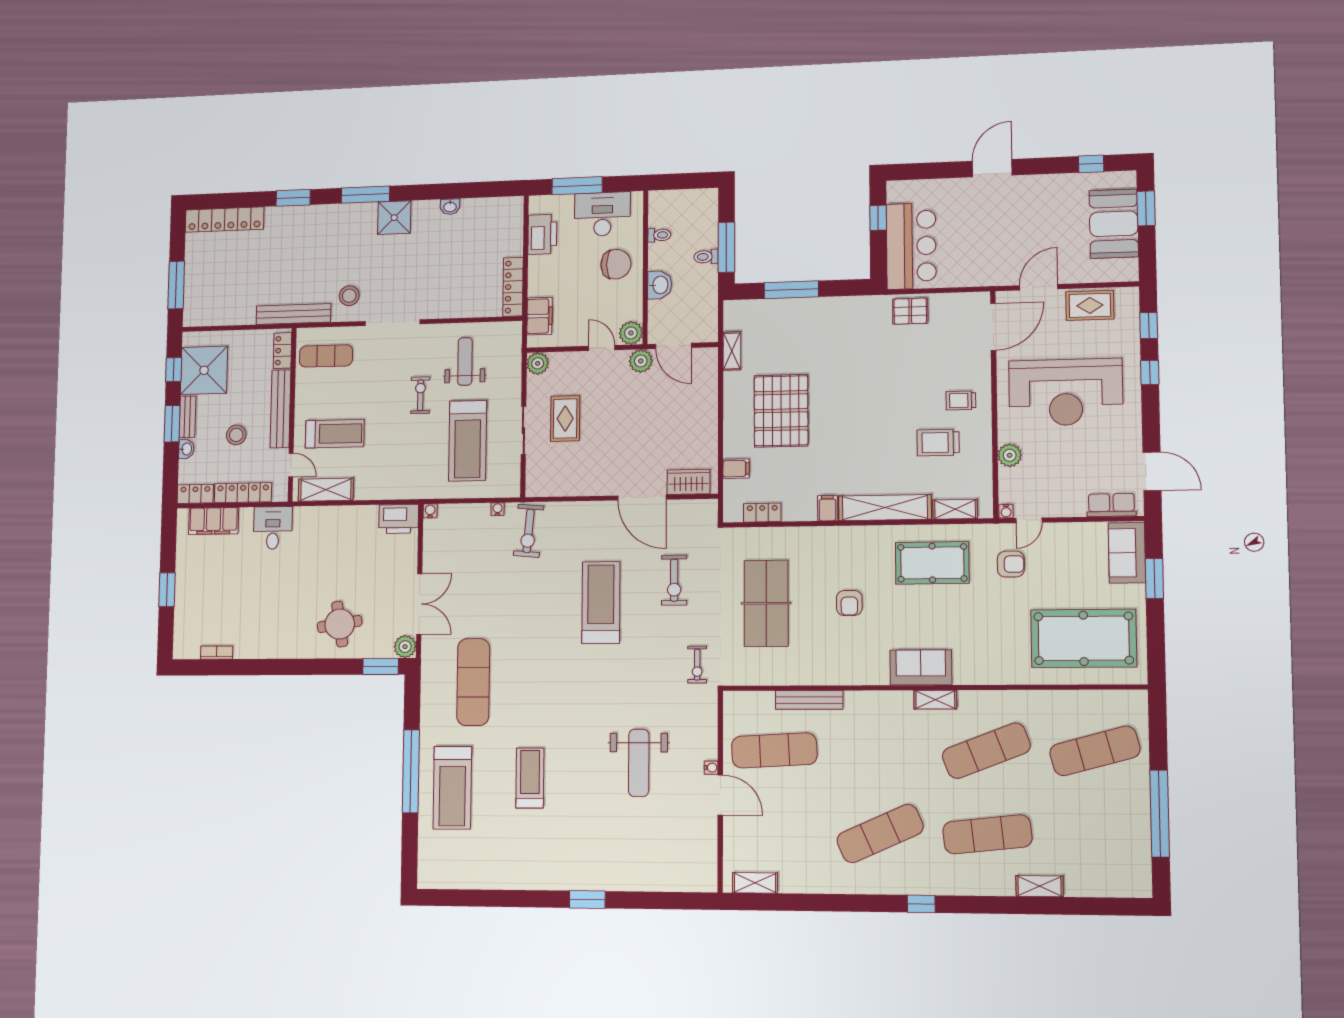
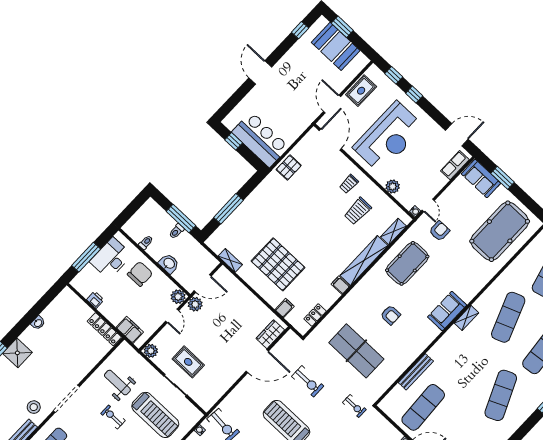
printer: (542, 234) -> (95, 300), width x0.53, depth x0.68
door: (602, 348) -> (172, 316), swing flipped

